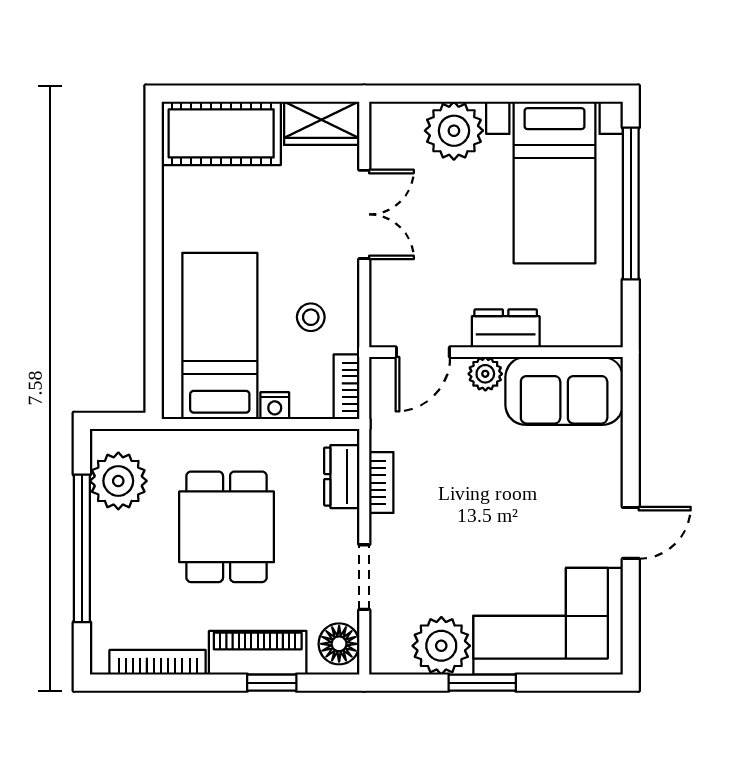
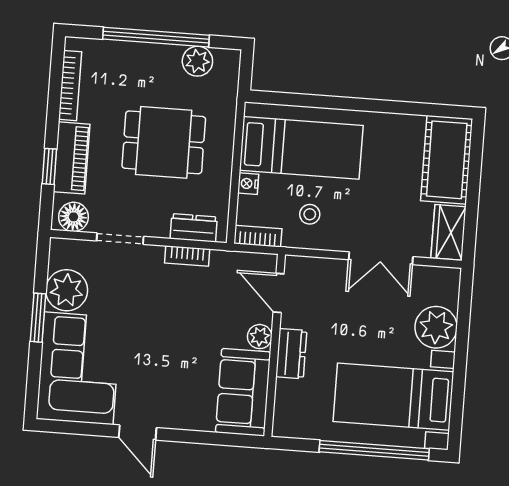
plant: (118, 481) -> (197, 61), width x0.73, depth x0.73

